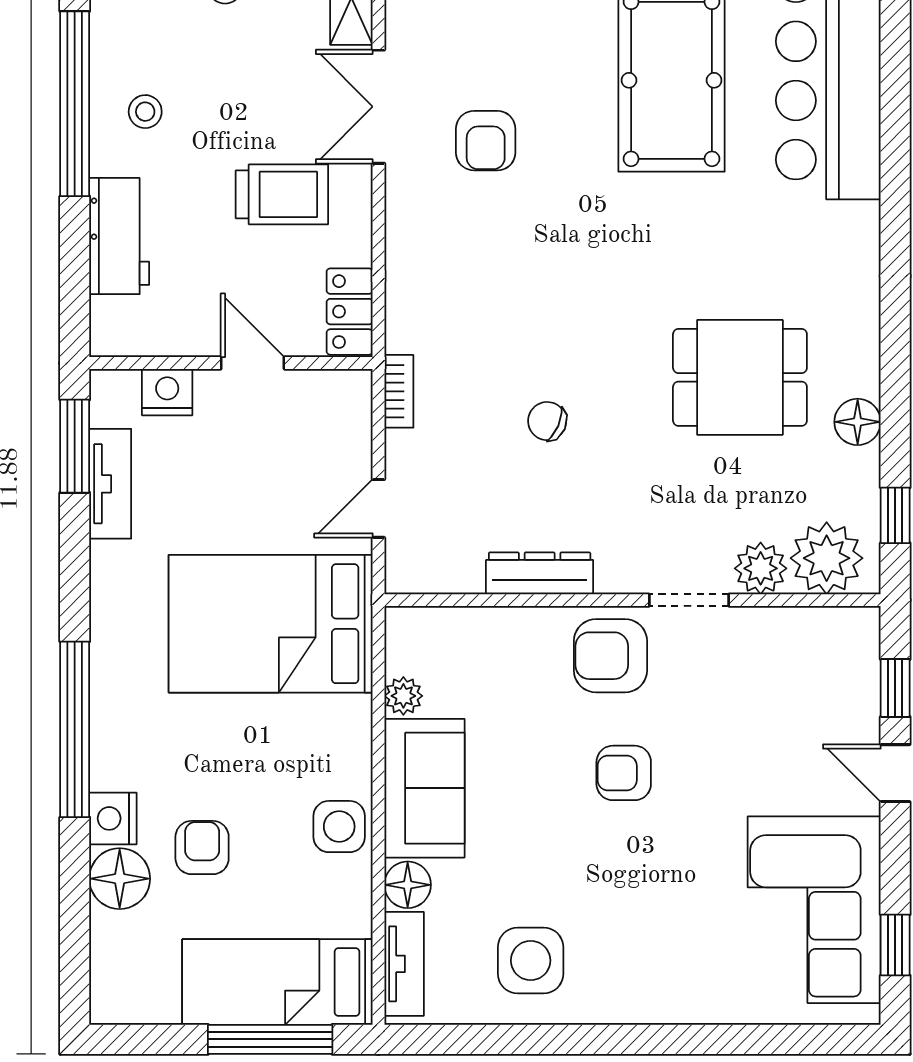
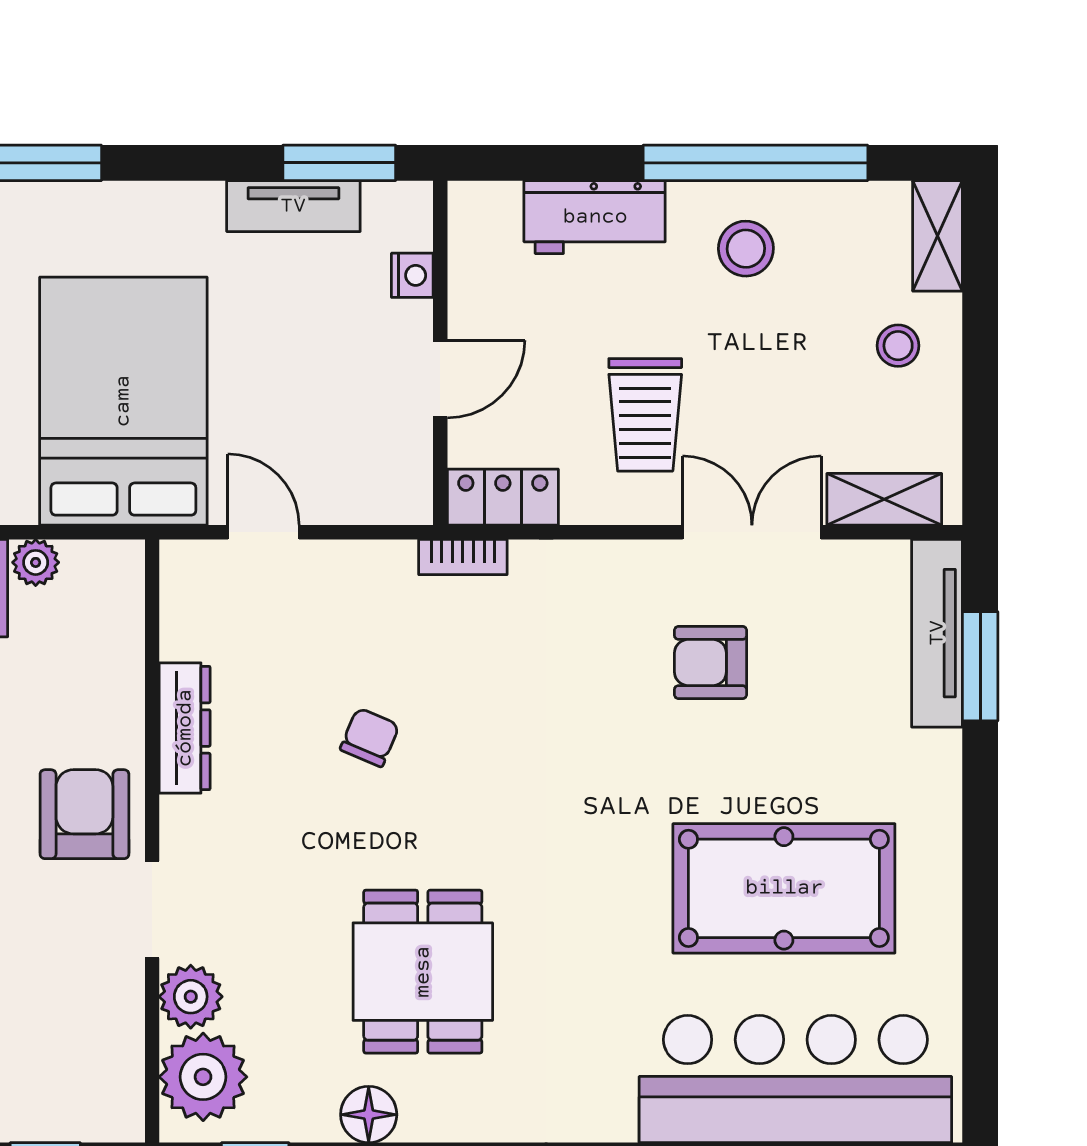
stool: (145, 112) -> (746, 249), width x1.37, depth x1.37
bookcase: (399, 391) -> (463, 557), moved
nightstand: (167, 392) -> (412, 275), width x0.72, depth x0.74

